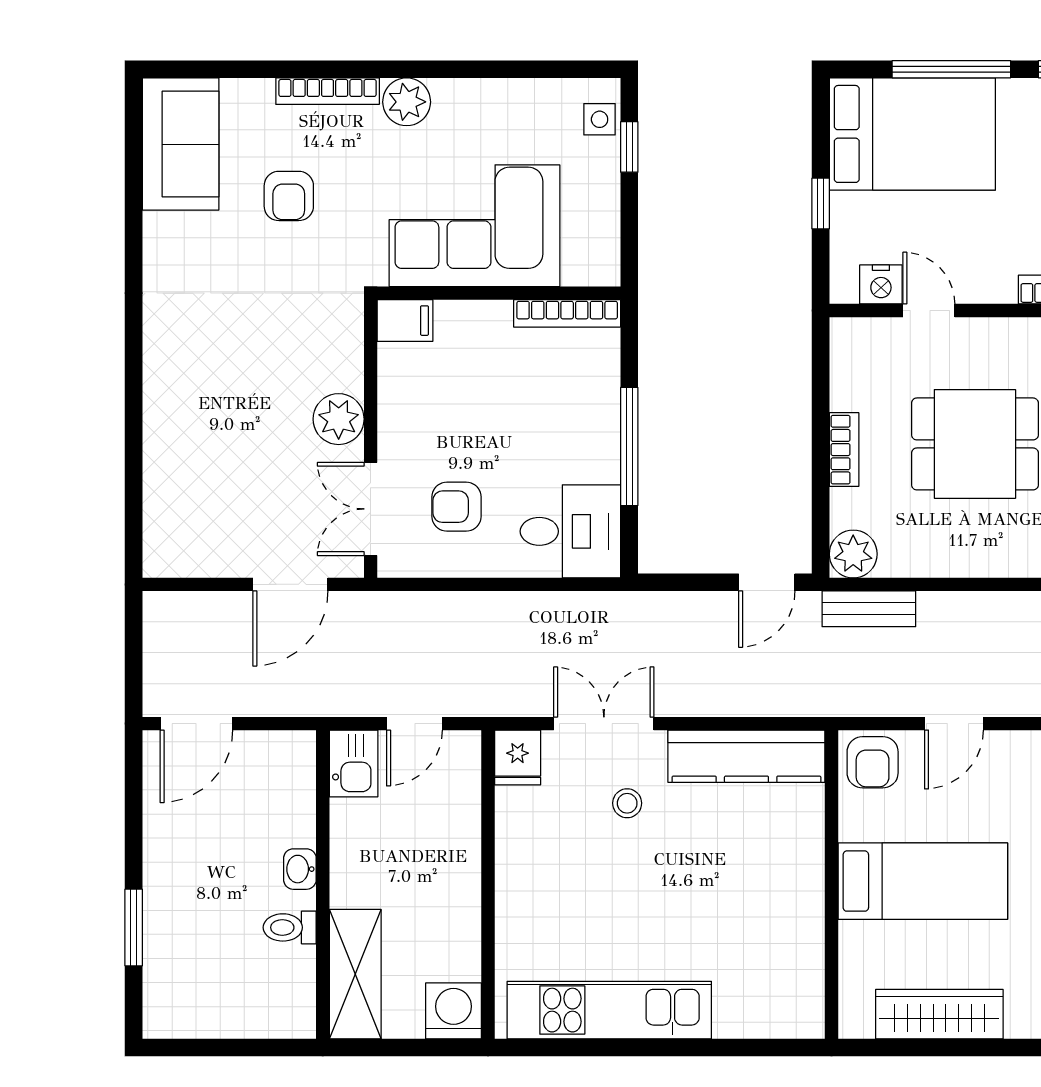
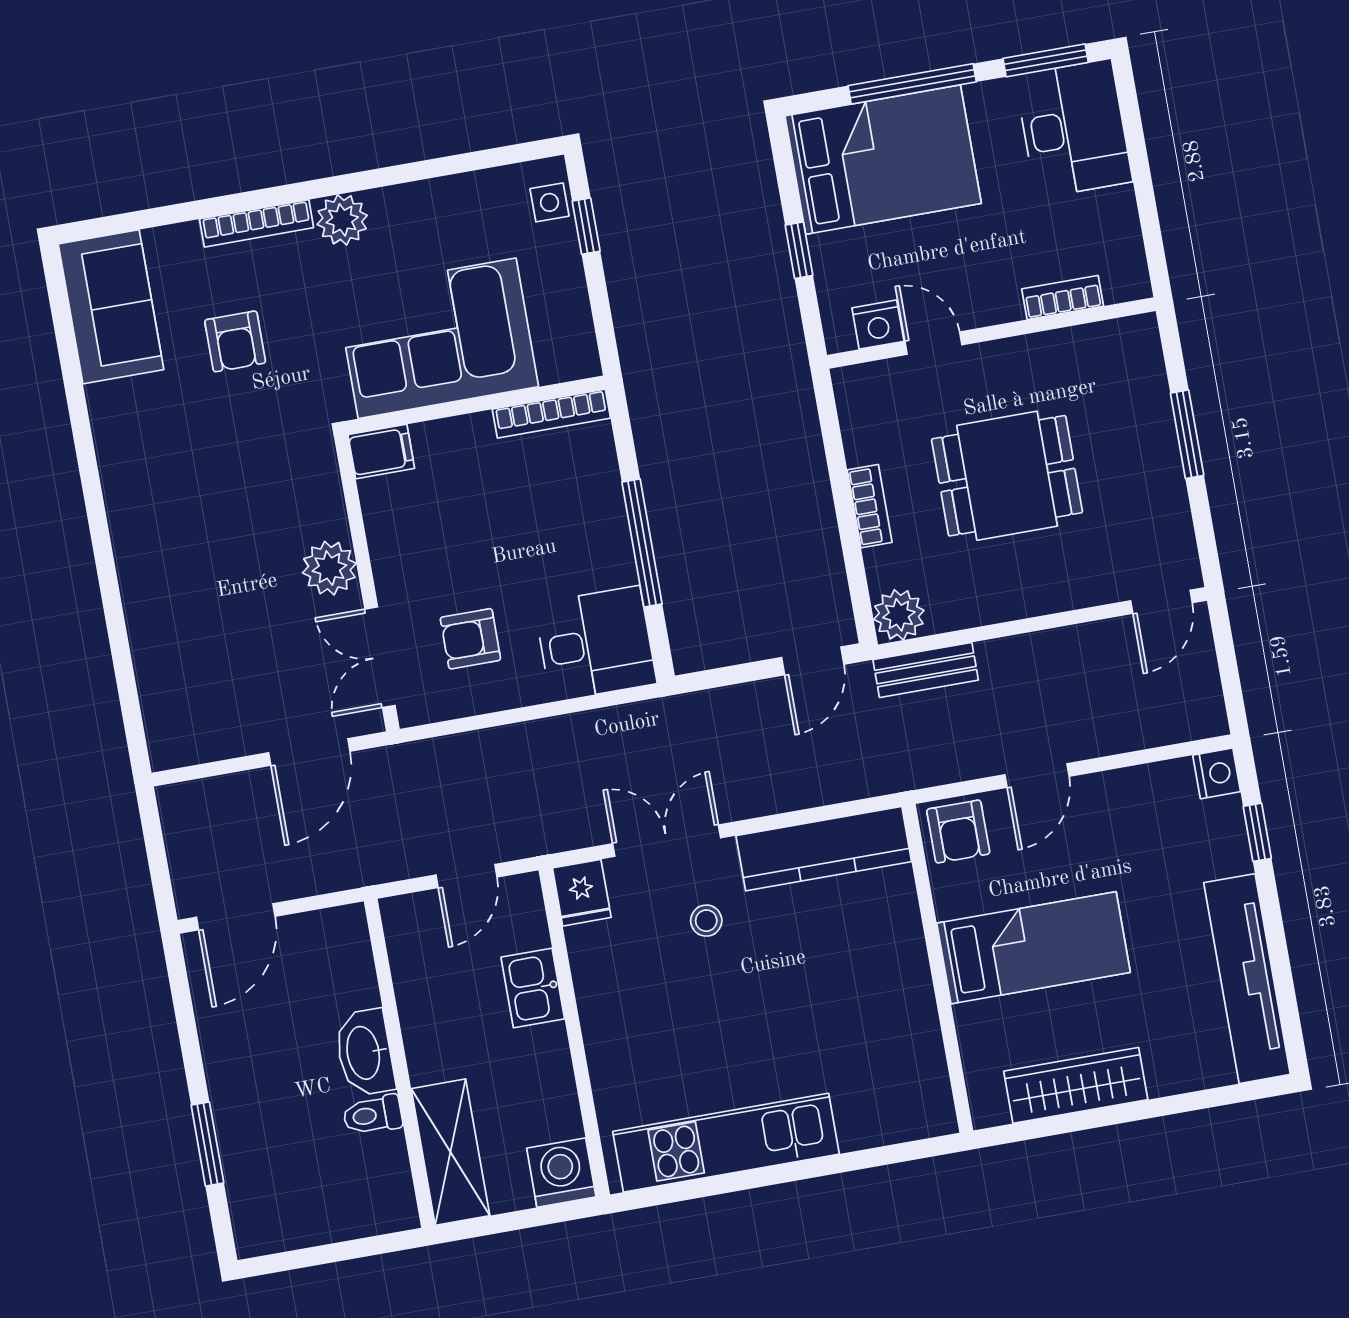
kitchen sink: (354, 764) -> (533, 988), moved, turned 180
washbasin: (300, 869) -> (365, 1053), width x1.91, depth x1.45

